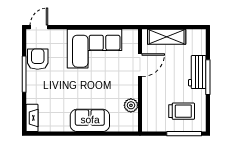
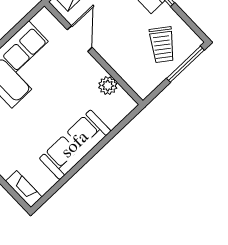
trolley: (182, 111) -> (162, 45), turned 126
sofa: (90, 120) -> (75, 145), width x1.36

